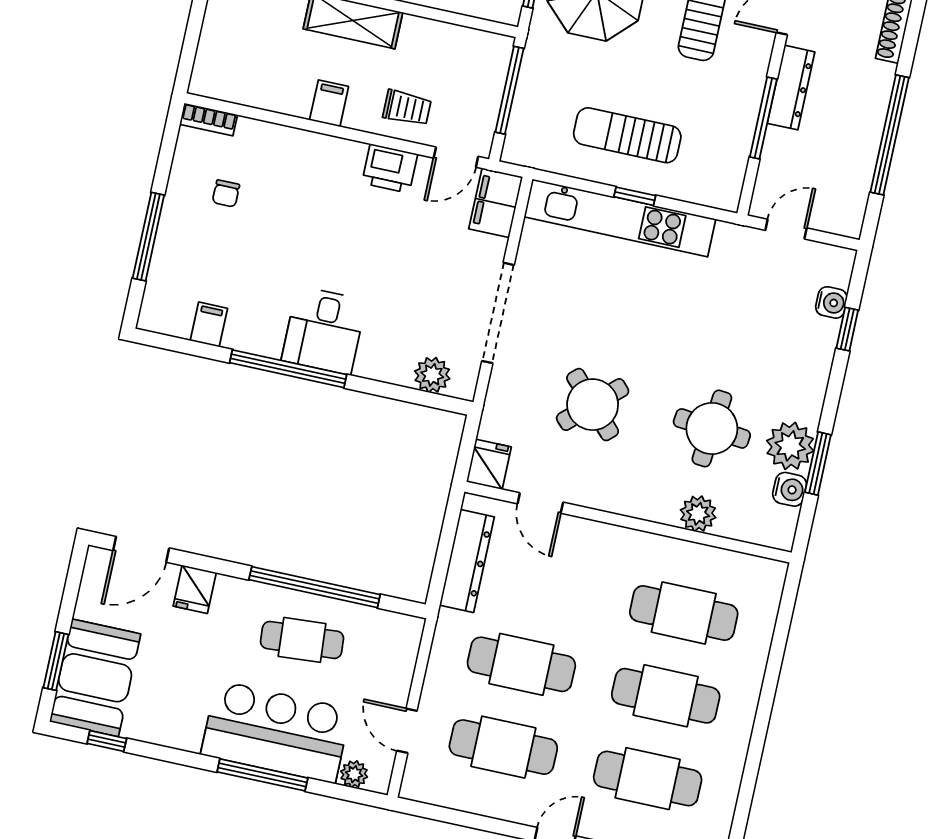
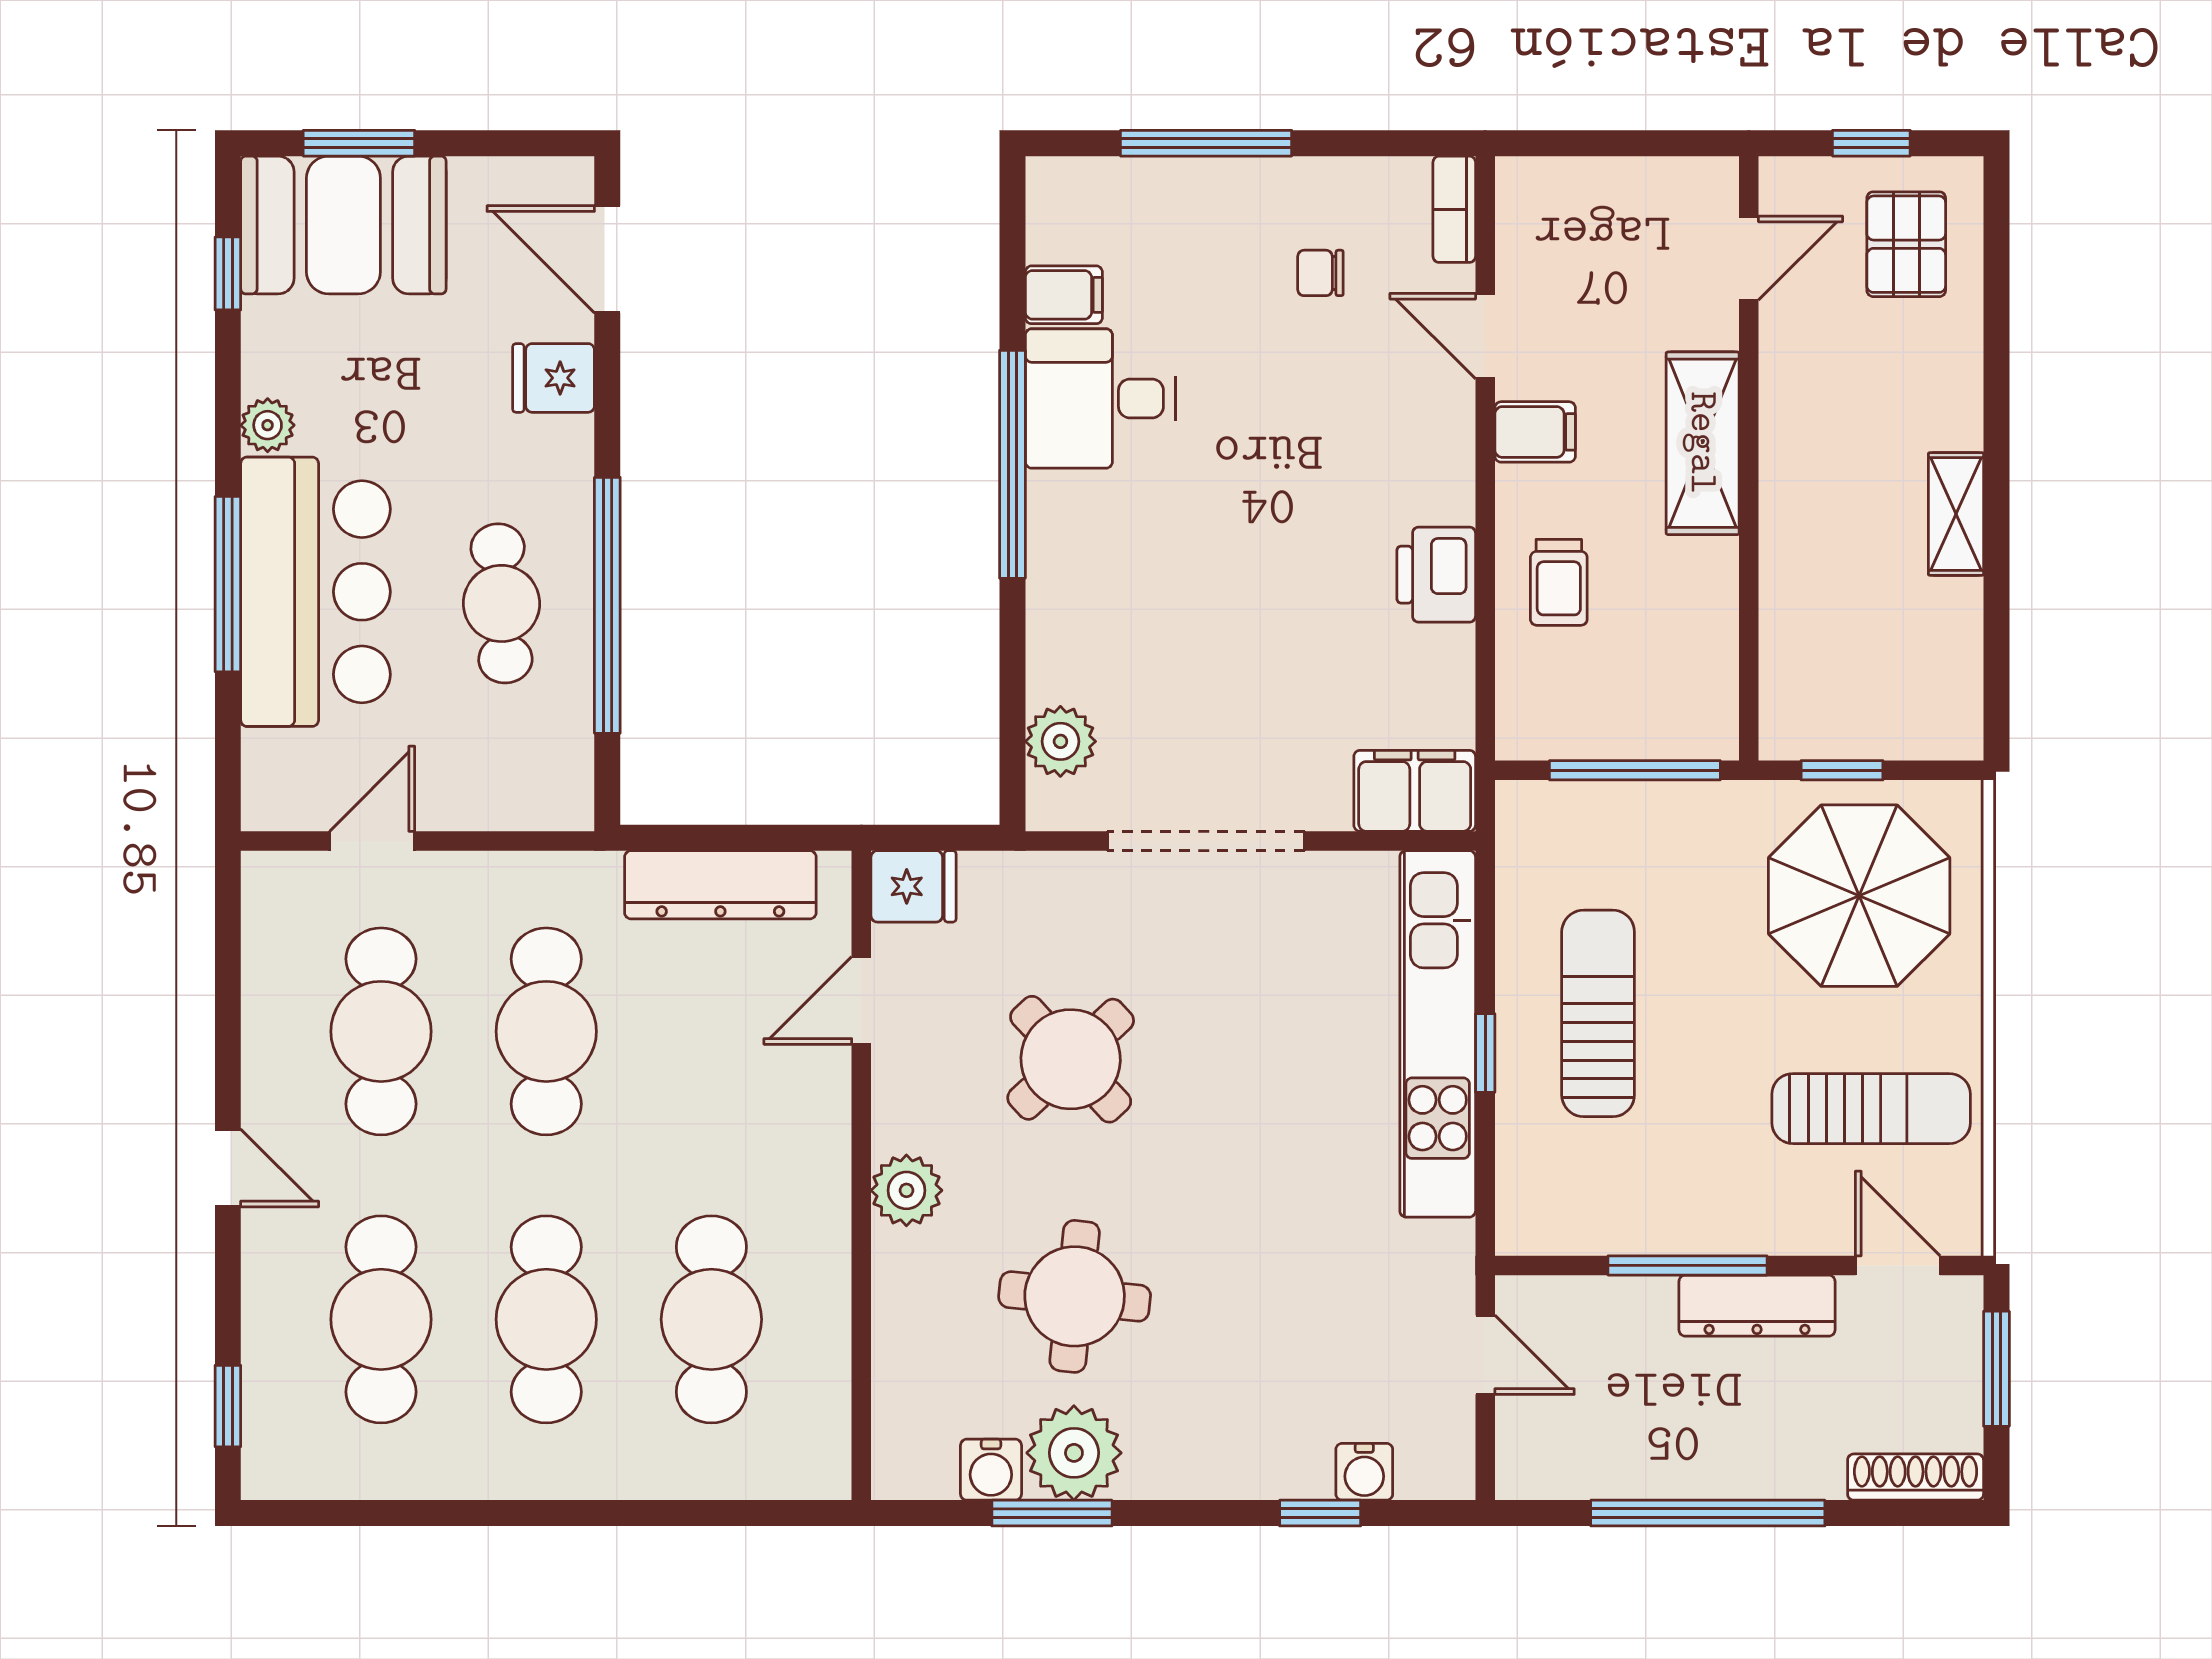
door: (456, 157) -> (1485, 336), moved
desk: (324, 330) -> (1100, 398), moved
plant: (698, 514) -> (906, 1190), moved
plant: (354, 774) -> (268, 425), moved

